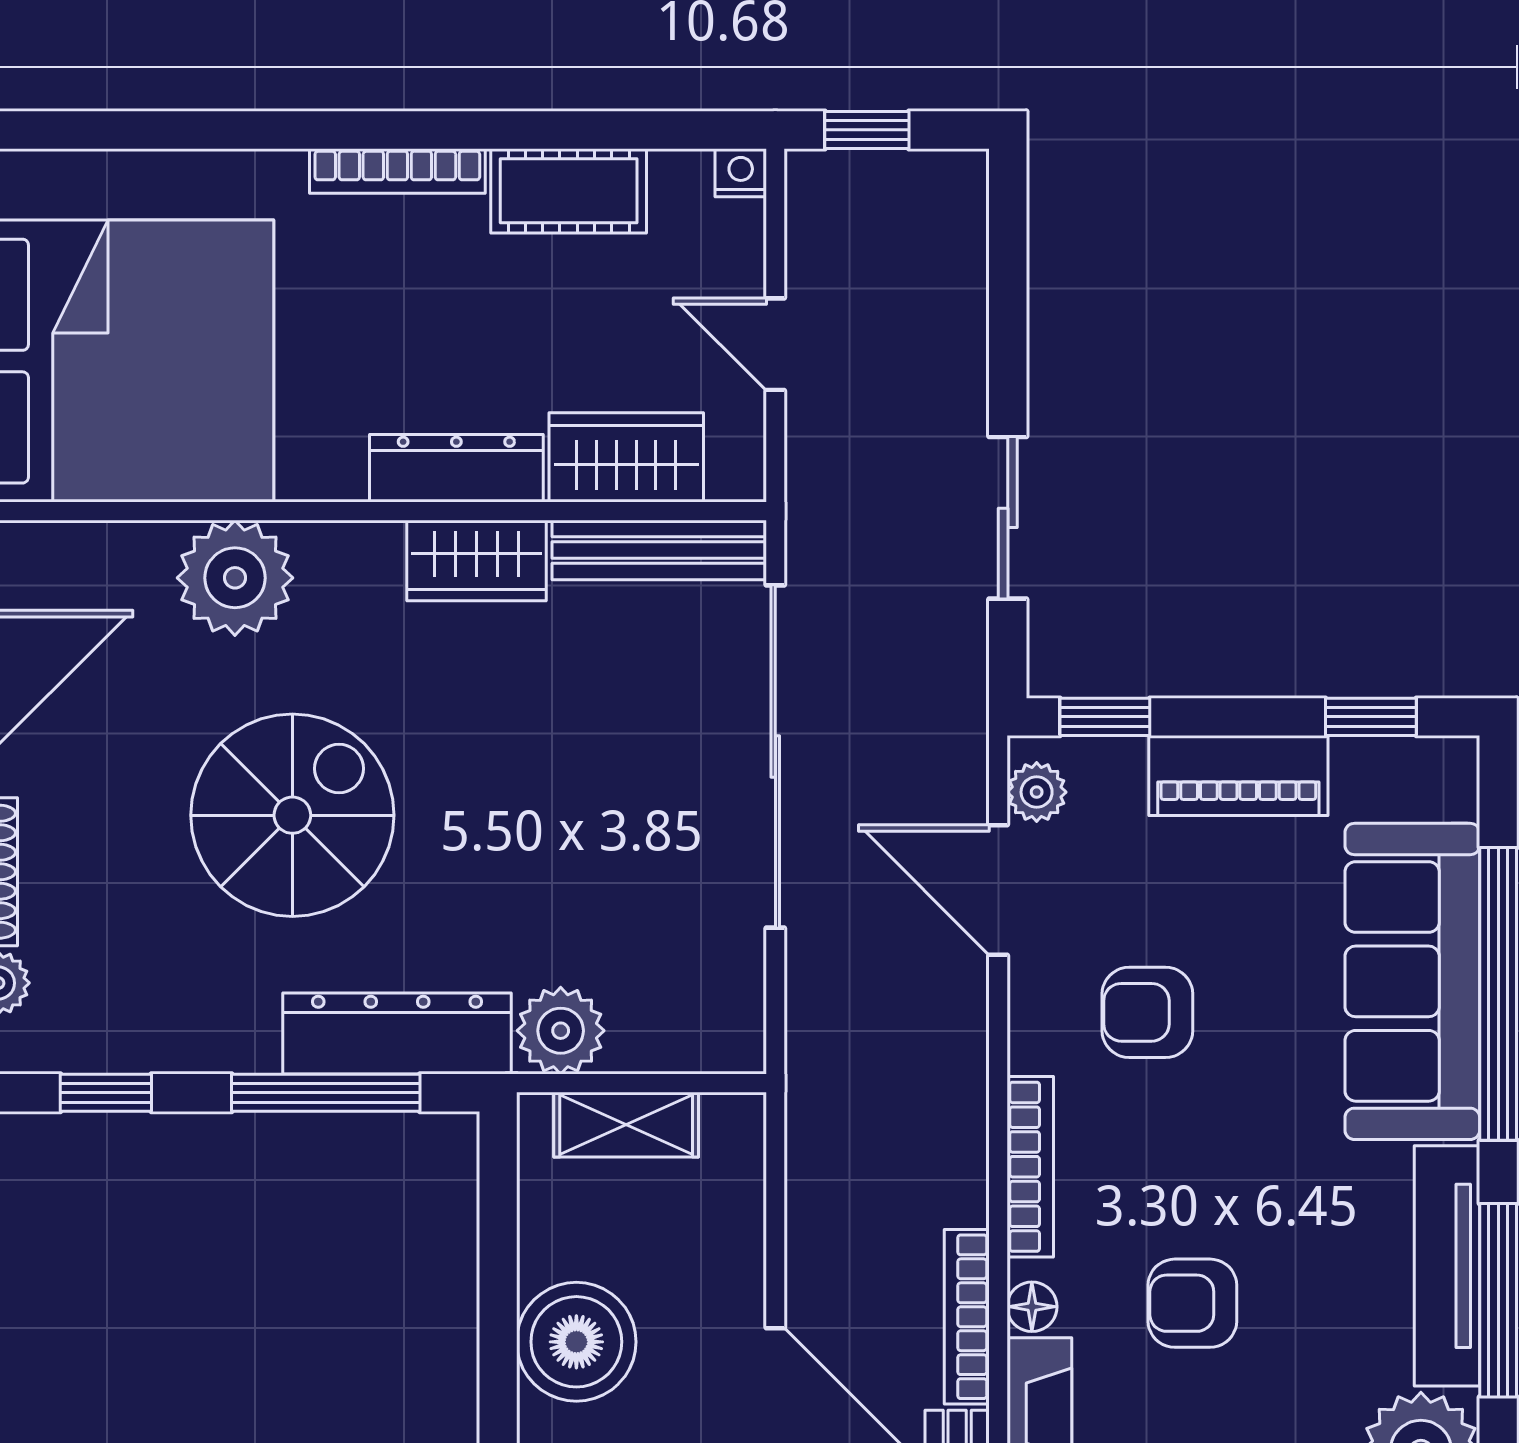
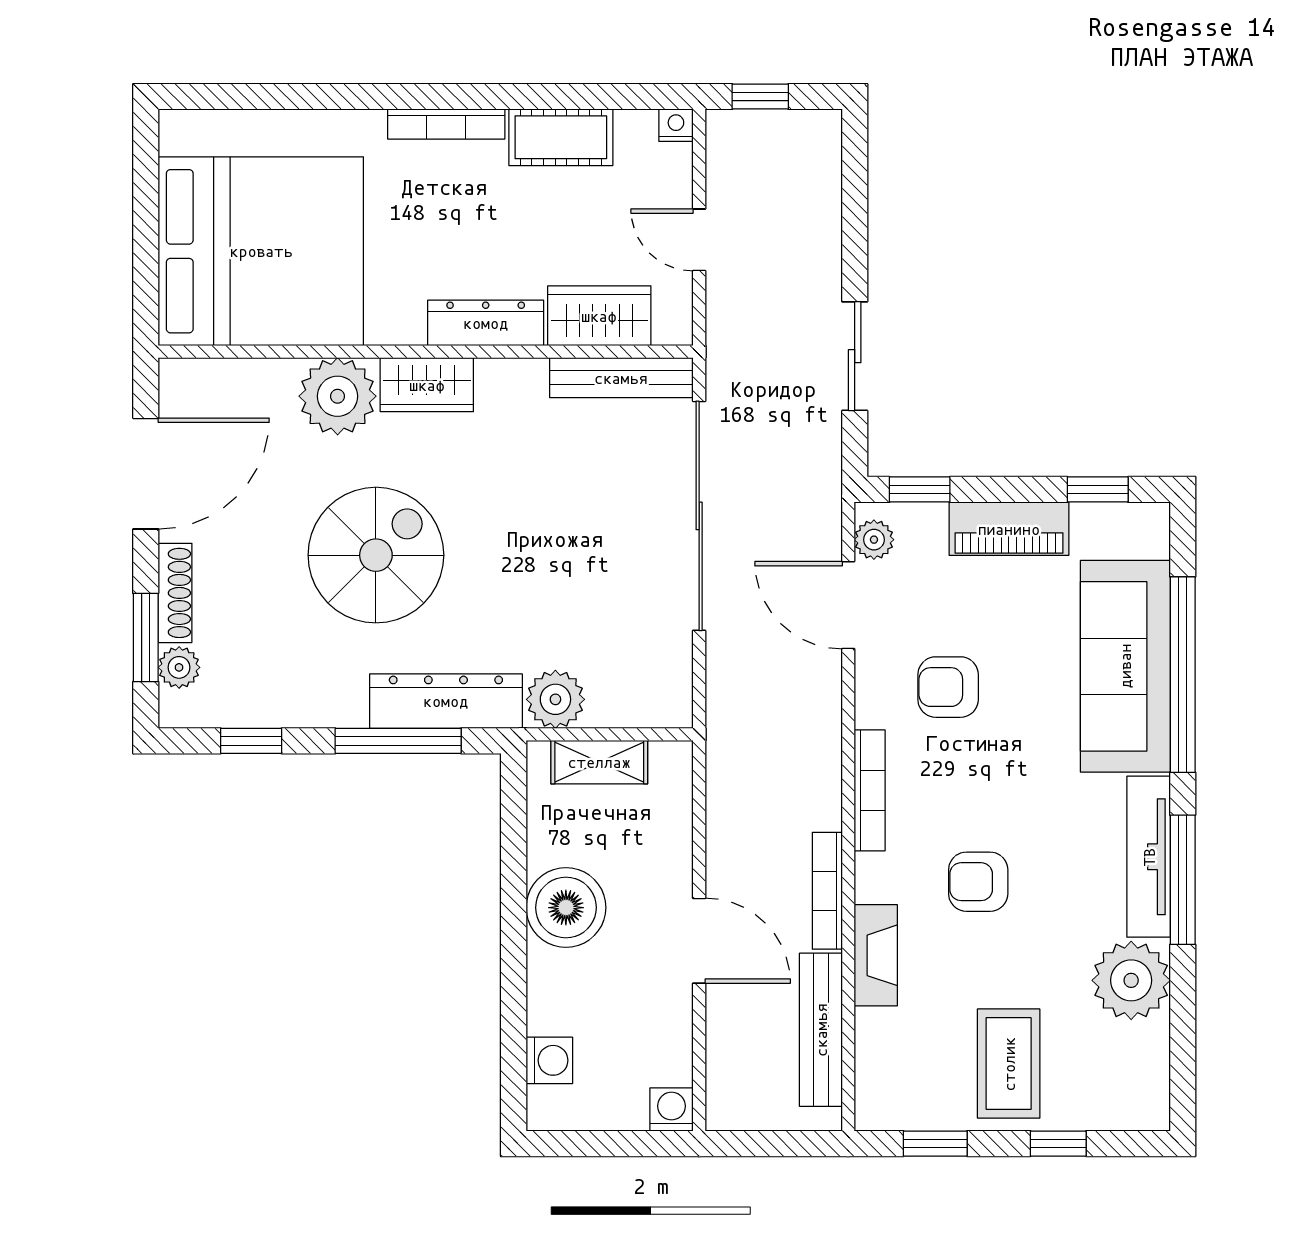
wardrobe: (476, 560) -> (427, 385), moved
floor lamp: (1032, 1307) -> (871, 884), removed

